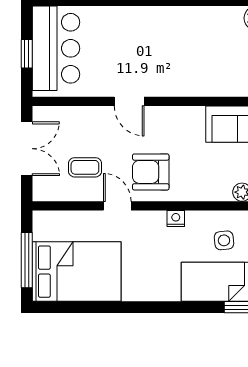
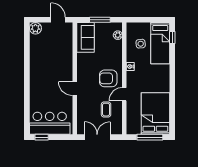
window: (27, 54) -> (42, 137), moved
door: (129, 101) -> (75, 89), swing flipped
armchair: (151, 172) -> (108, 78), turned 90

